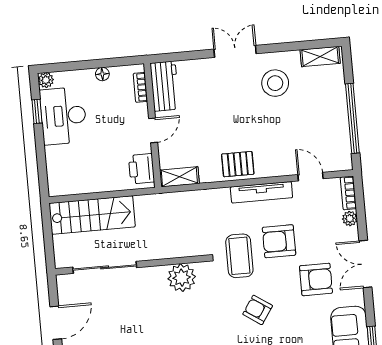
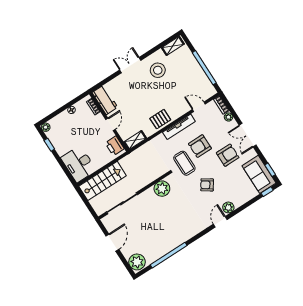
desk: (63, 116) -> (79, 164), moved

